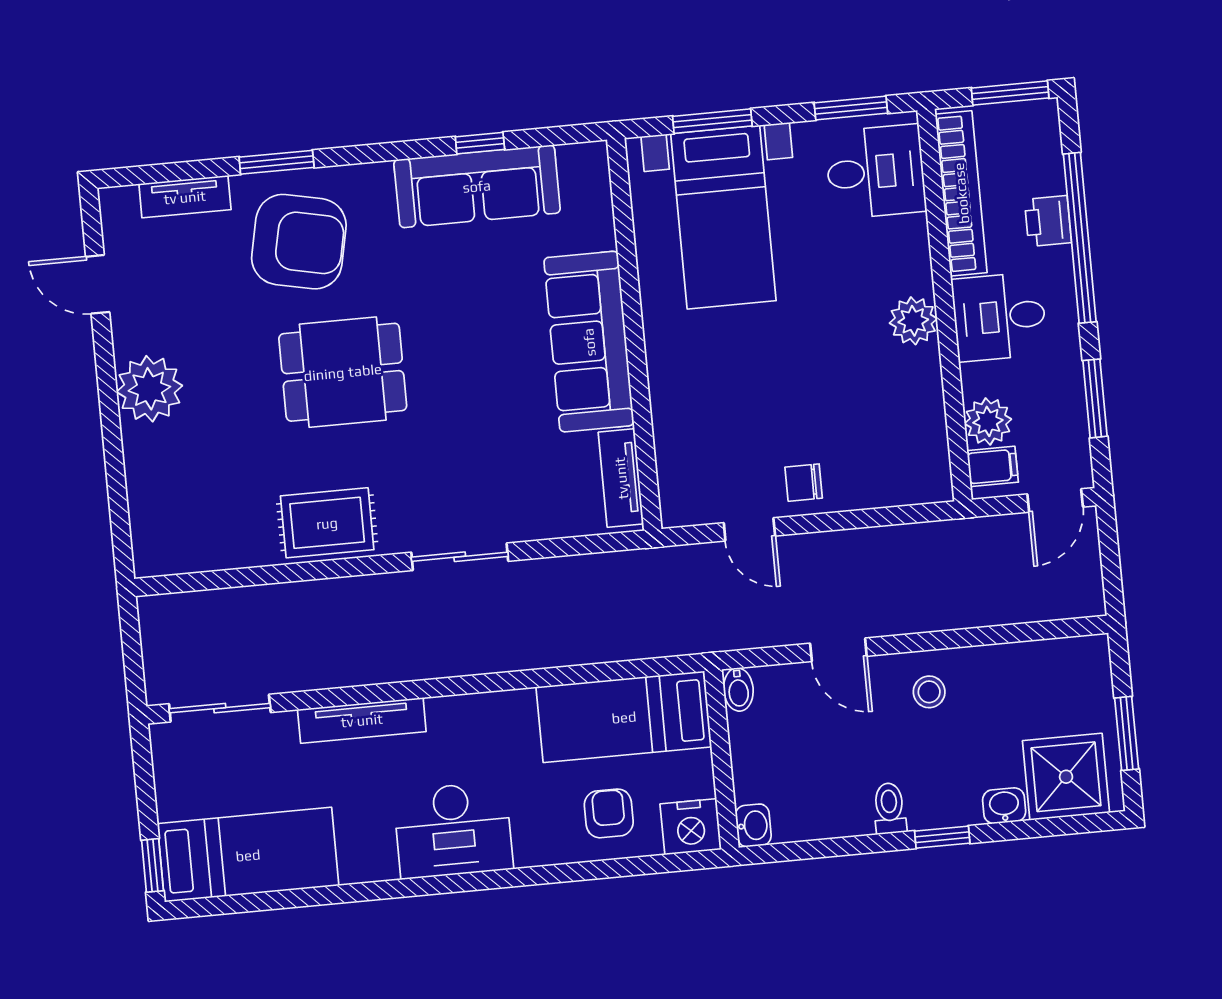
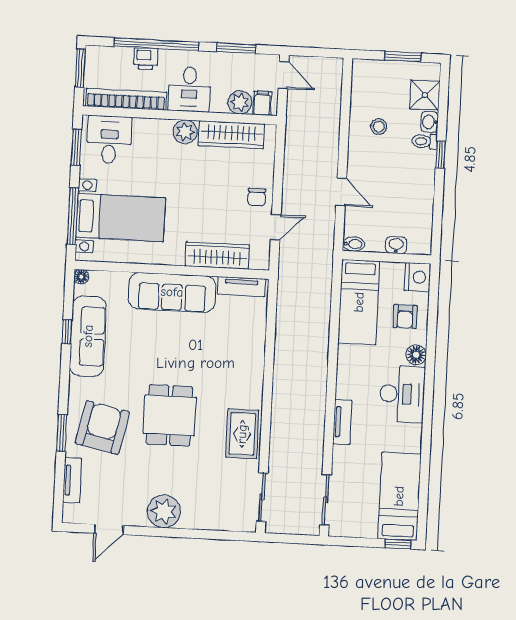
window: (712, 121) -> (73, 216), width x1.44
floor lamp: (594, 156) -> (81, 277), added
wardrobe: (921, 414) -> (231, 135), added
wardrobe: (676, 421) -> (217, 255), added
sliding door: (460, 557) -> (262, 497), moved
door: (838, 650) -> (341, 192), hinge flipped
stool: (929, 692) -> (379, 127), moved
tv unit: (362, 720) -> (342, 422), width x0.71
shower: (1066, 777) -> (425, 95), width x0.73, depth x0.73
toilet: (890, 808) -> (425, 141), moved
armchair: (609, 813) -> (405, 316), turned -90
washbasin: (753, 825) -> (396, 245), moved
floor lamp: (536, 847) -> (416, 355), added

